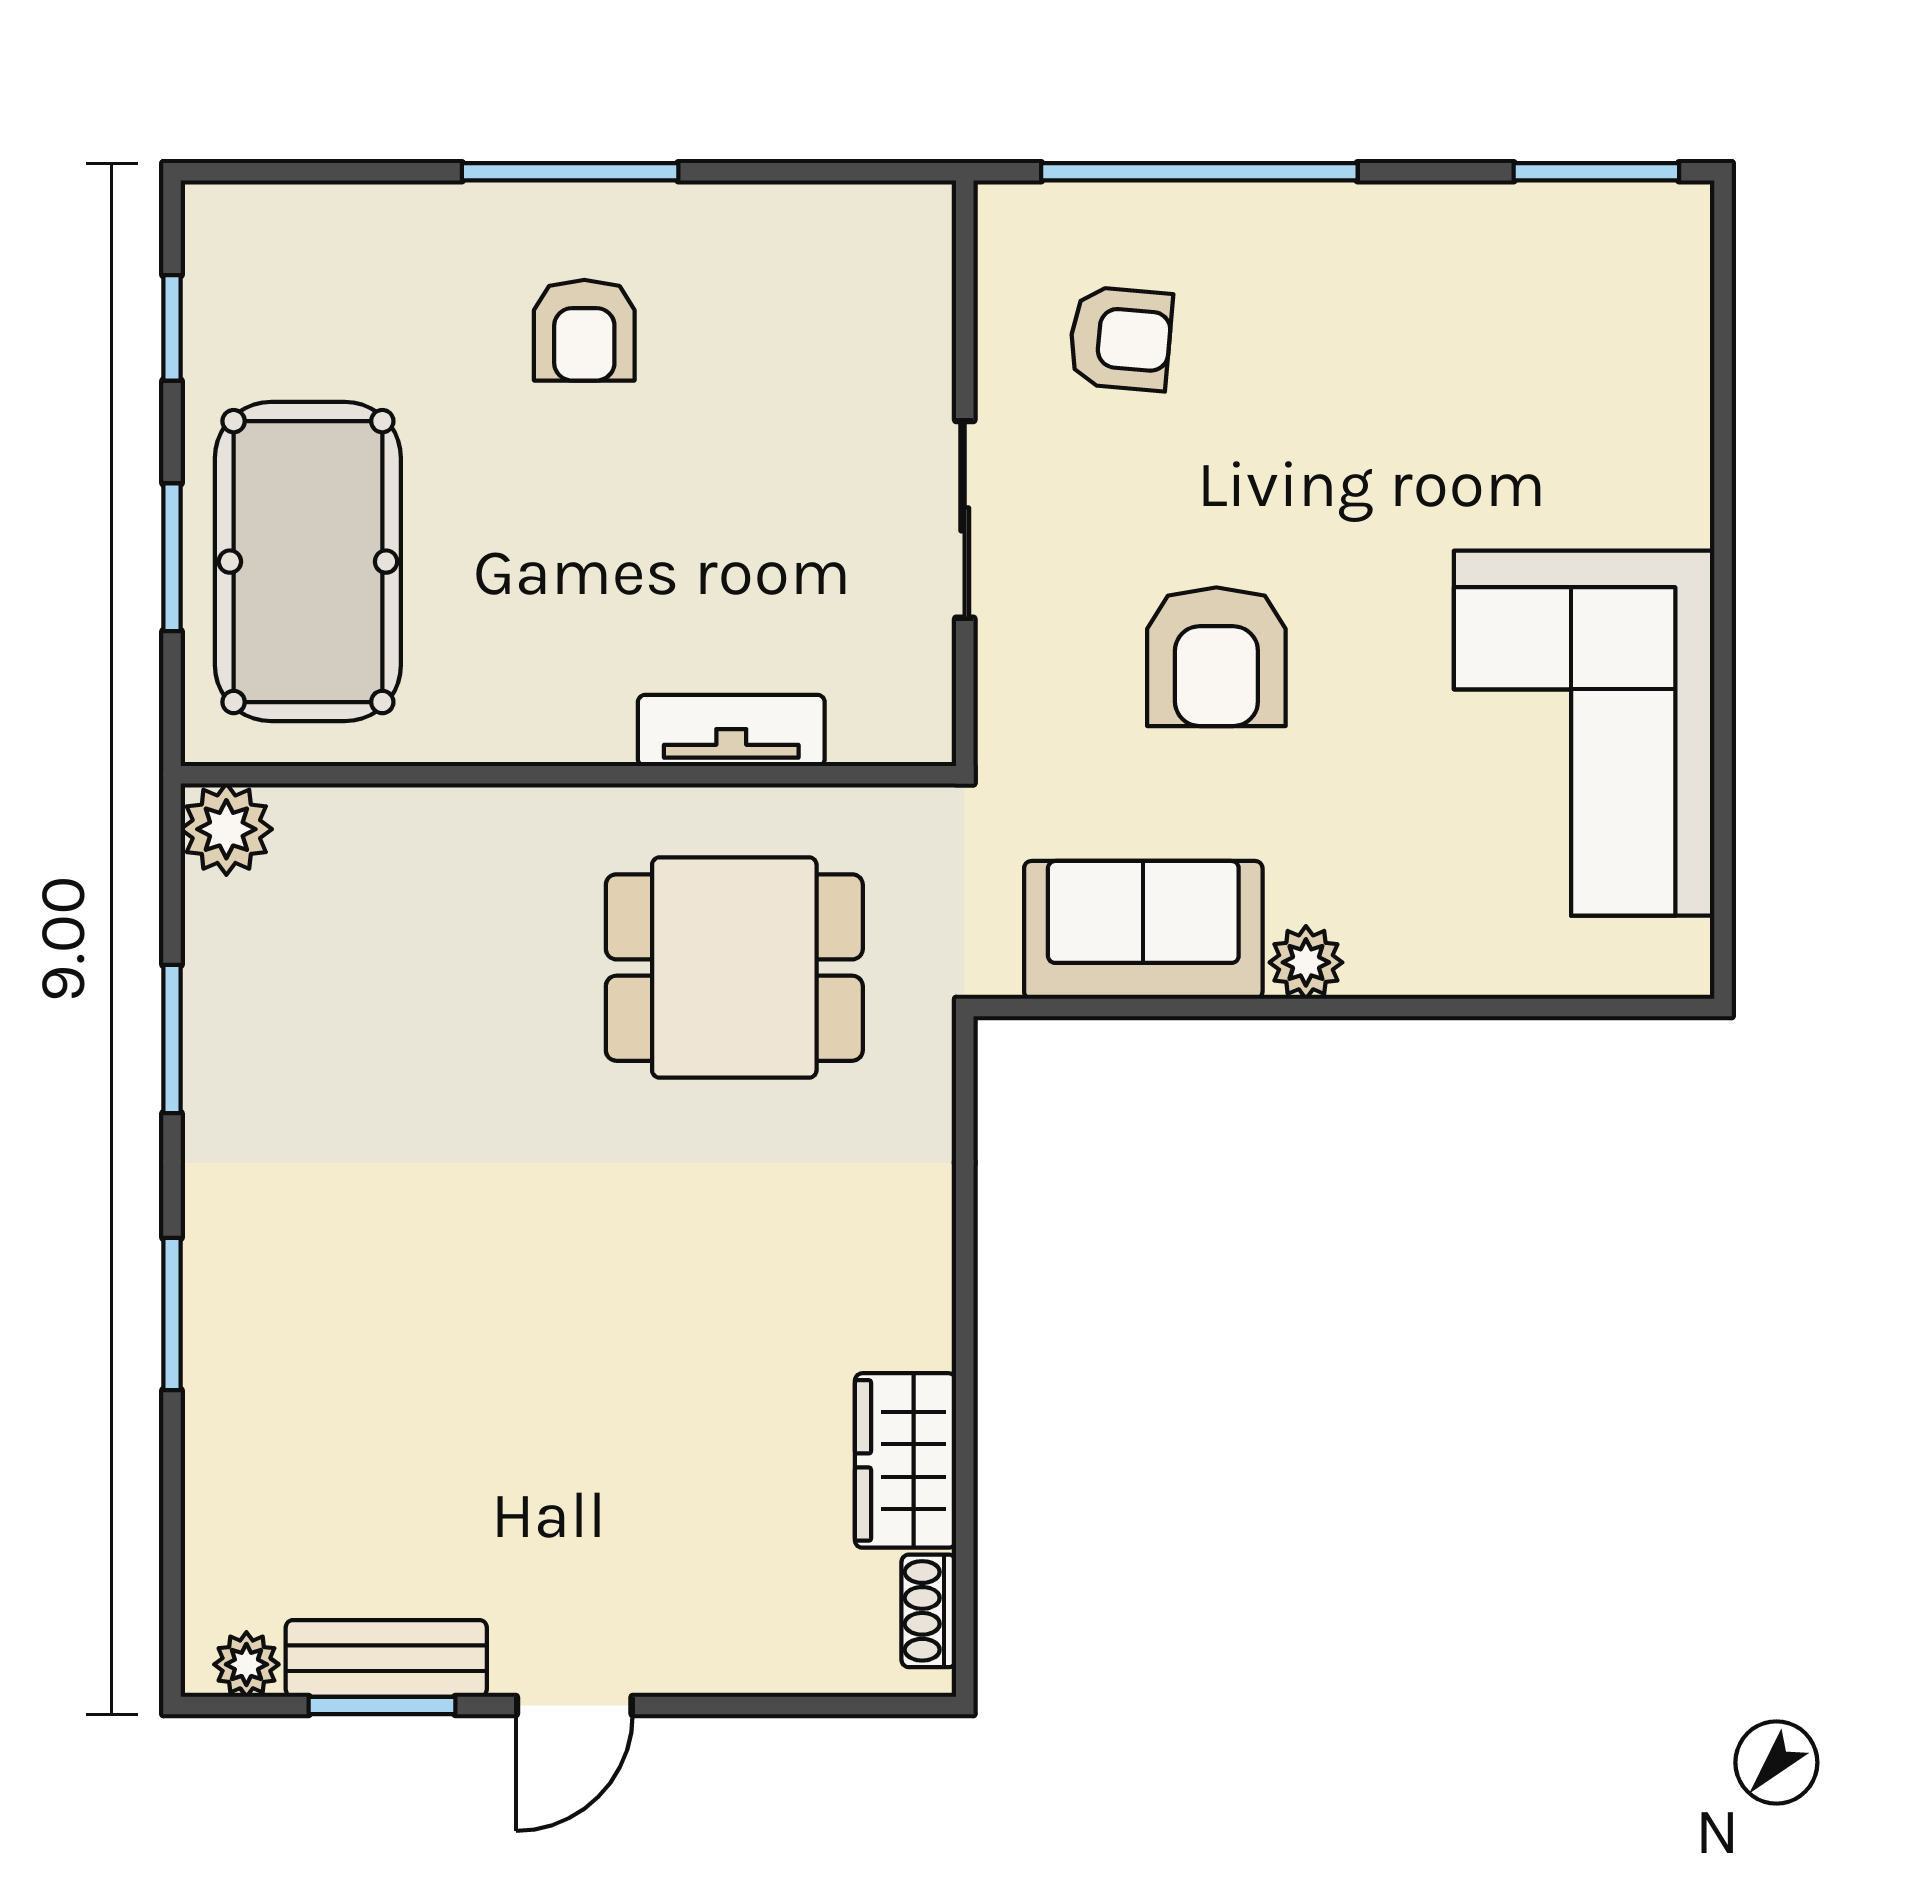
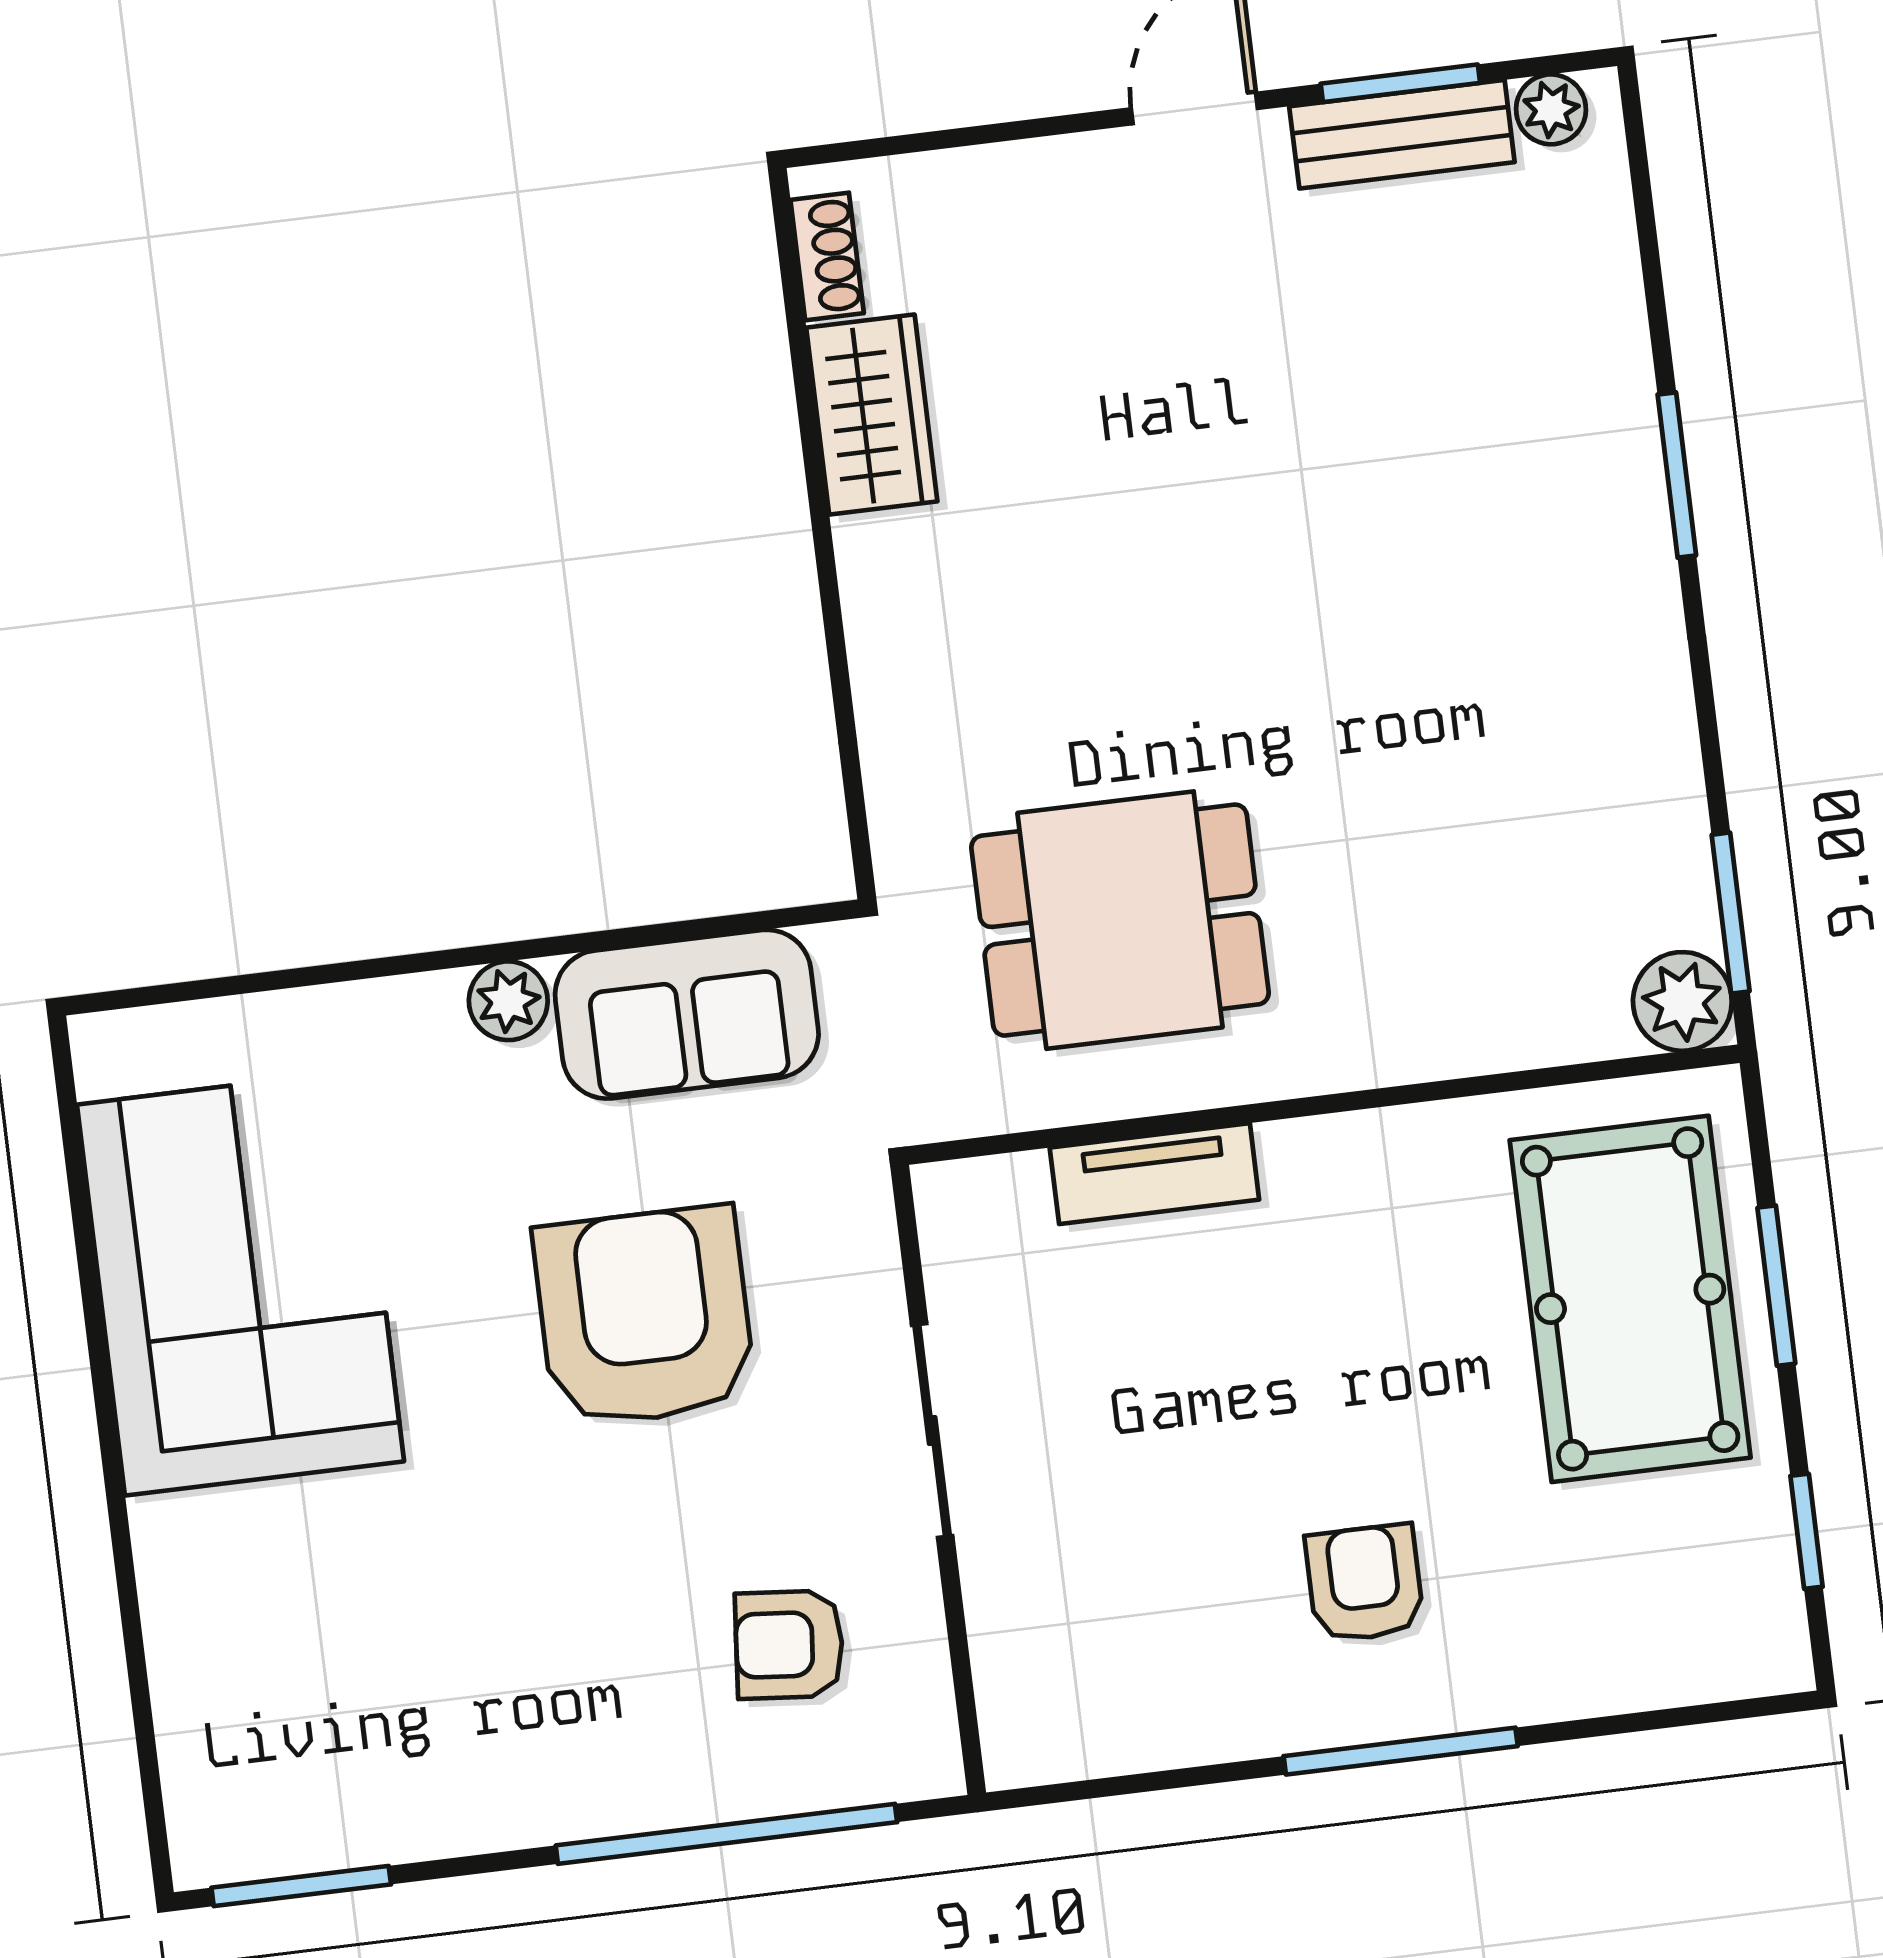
armchair: (1216, 657) -> (644, 1316), width x1.36, depth x1.36
window: (172, 1039) -> (1731, 913), moved

